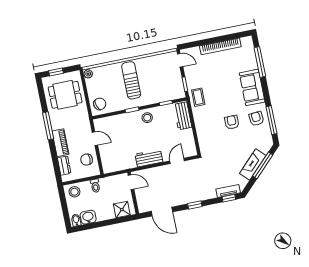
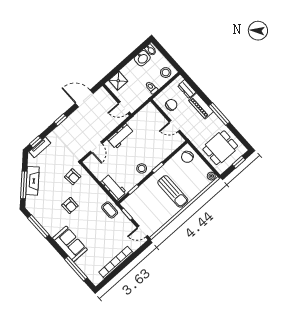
armchair: (256, 119) -> (73, 177), moved

